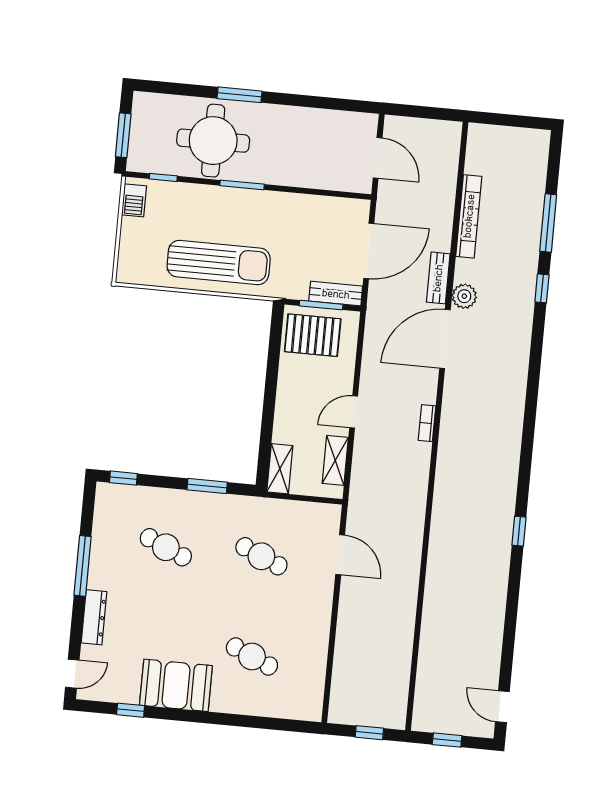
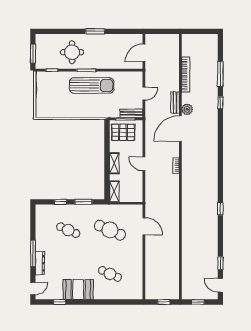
window: (240, 95) -> (95, 31), moved
round table: (213, 141) -> (72, 52), width x0.73, depth x0.73
door: (378, 158) -> (144, 53), swing flipped
barbecue: (134, 200) -> (40, 81), removed
door: (369, 251) -> (144, 94), width x0.53
sun lounger: (219, 263) -> (92, 86), moved
door: (354, 412) -> (144, 164), hinge flipped
shelving: (335, 460) -> (114, 163), moved
window: (123, 478) -> (61, 202), moved
cafe table: (261, 556) -> (110, 230), width x1.37, depth x1.35
window: (83, 566) -> (33, 253), moved
window: (507, 656) -> (220, 263), added

